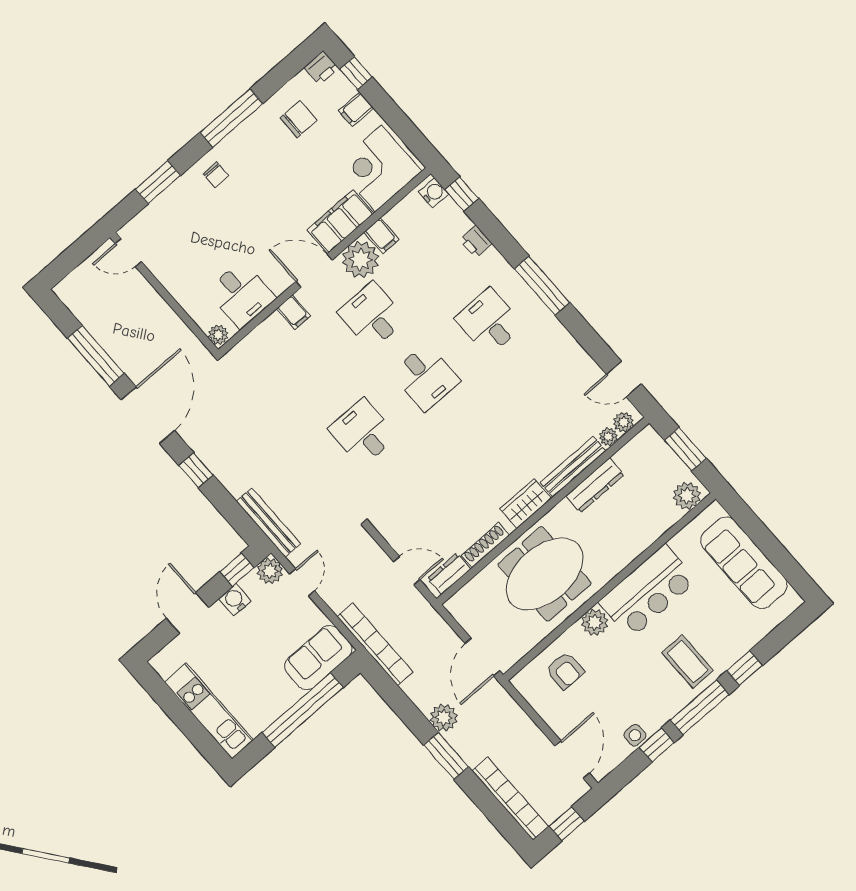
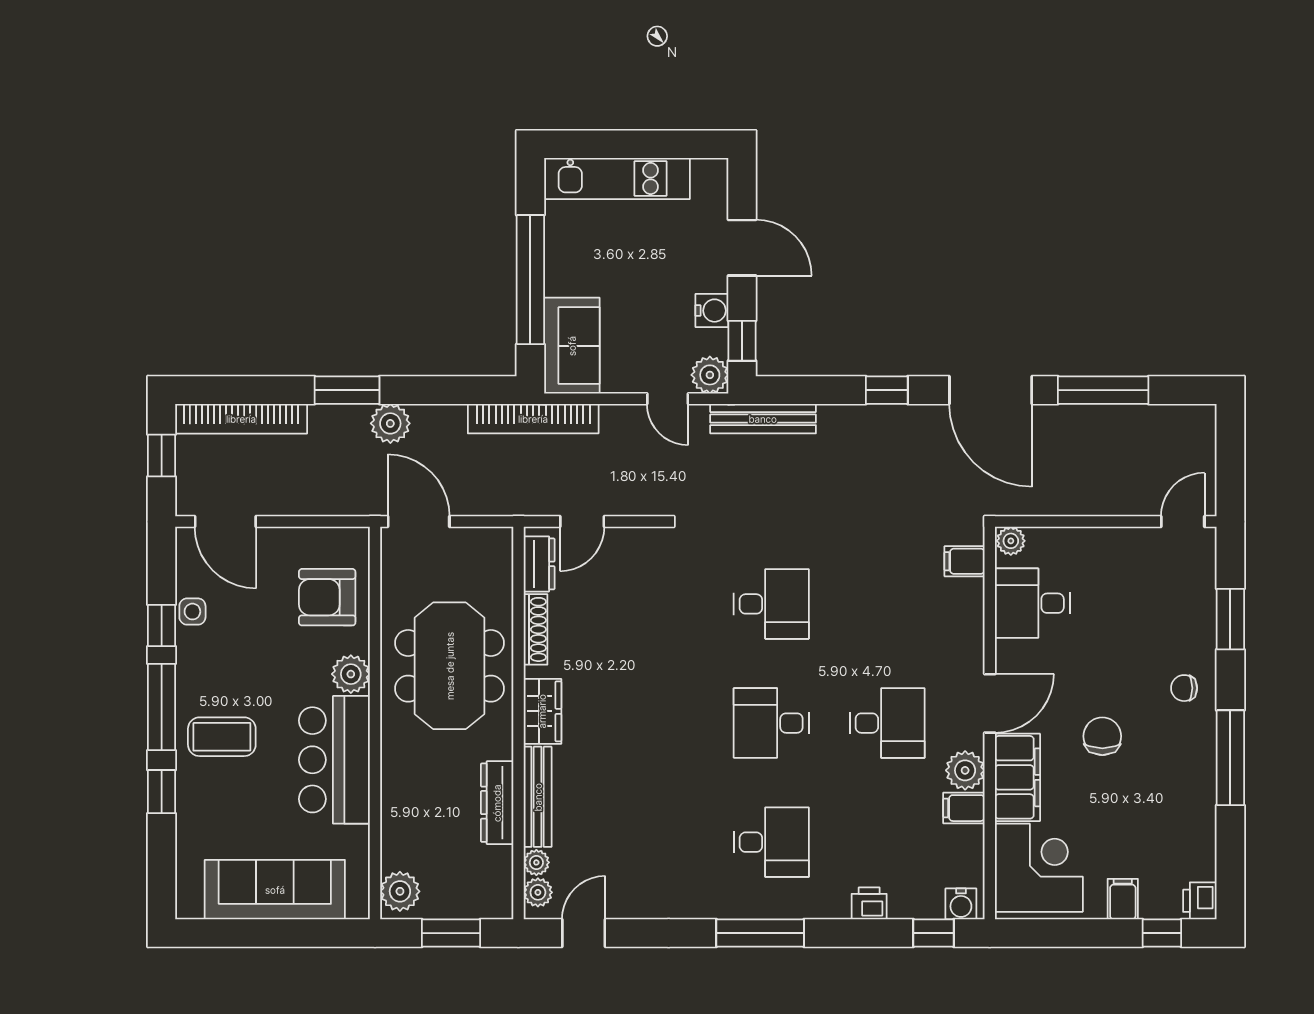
chair: (299, 119) -> (1102, 736), moved, turned 180
plant: (361, 260) -> (965, 770), width x0.73, depth x0.73
filing cabinet: (294, 312) -> (964, 561), moved
armchair: (565, 670) -> (327, 597), width x1.38, depth x1.38

